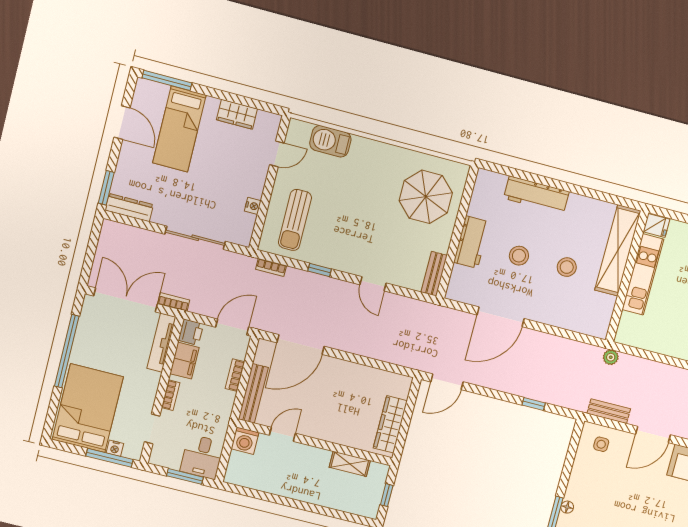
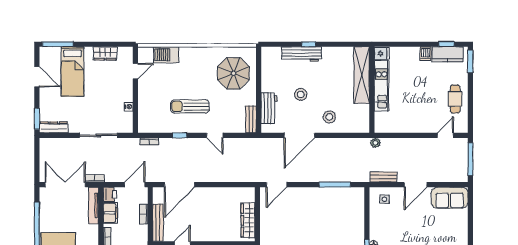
window: (551, 183) -> (309, 44), added
sun lounger: (295, 220) -> (190, 106), moved, turned 90
workbench: (471, 242) -> (269, 108), moved
stool: (567, 267) -> (329, 117), moved
window: (534, 404) -> (335, 185), width x2.17

